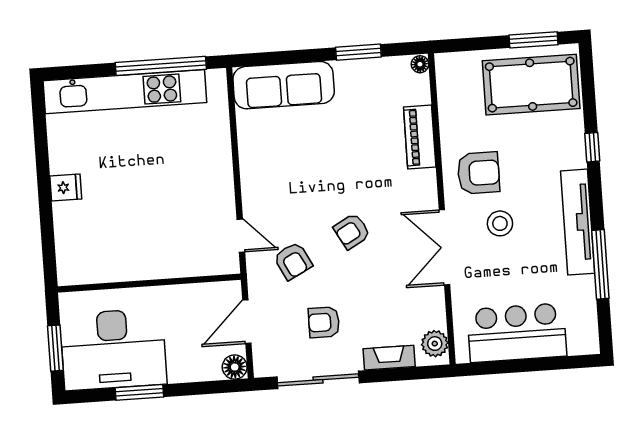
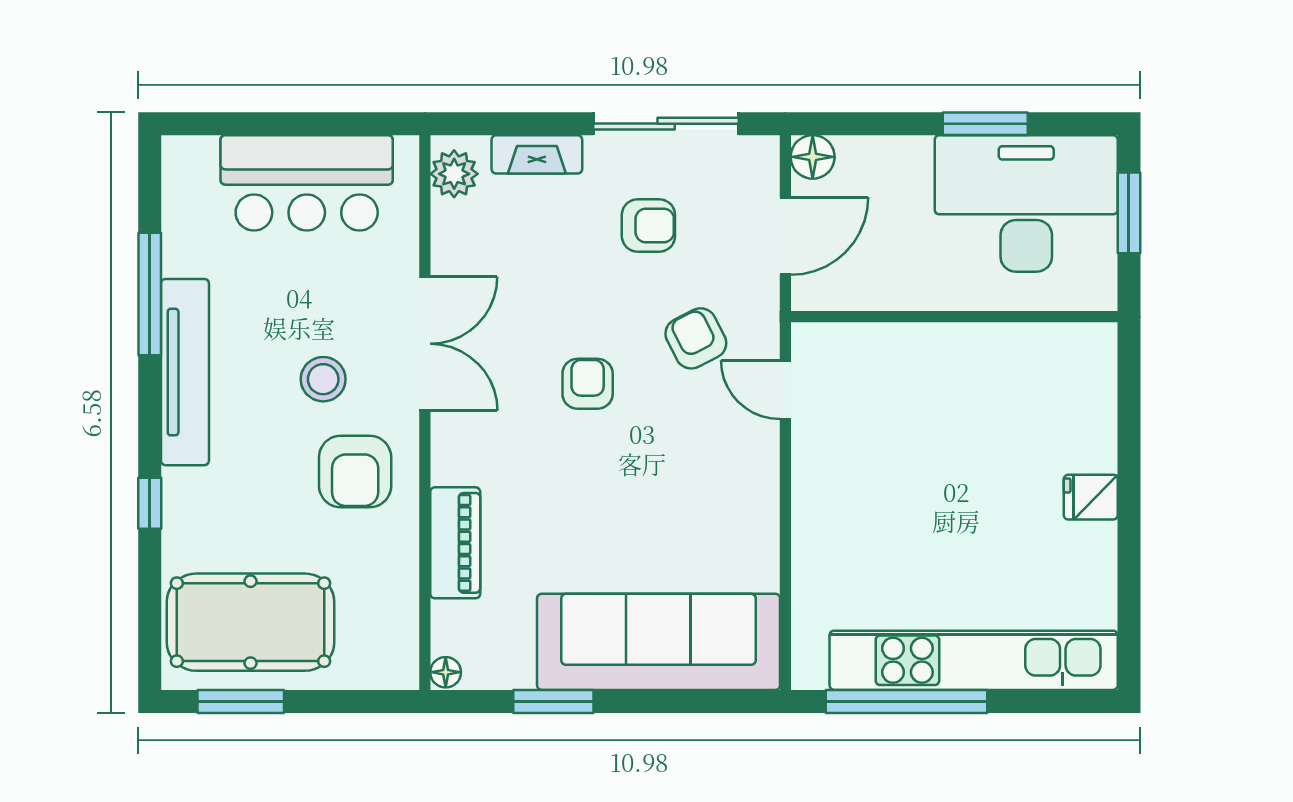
sofa: (284, 85) -> (659, 642), width x1.36, depth x1.27
armchair: (478, 173) -> (355, 472), turned -90
armchair: (352, 231) -> (588, 384), turned -61

